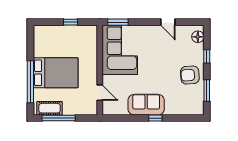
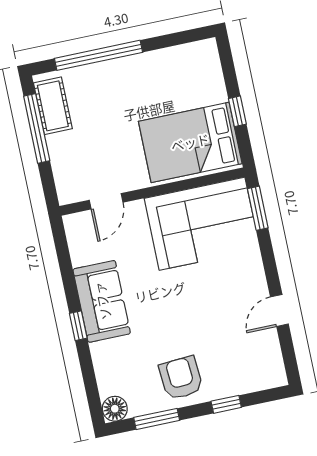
floor lamp: (198, 37) -> (115, 409), moved
bed: (56, 73) -> (190, 142), moved, turned 90

